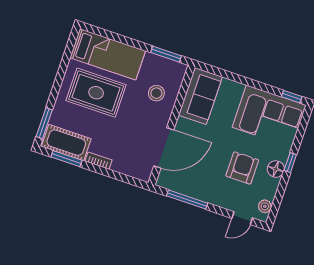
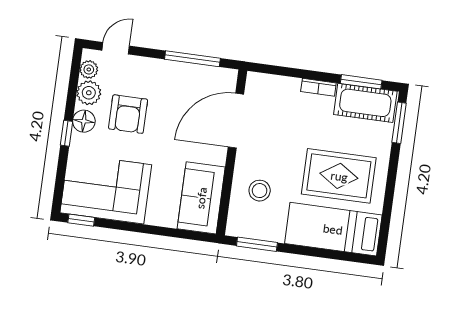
plant: (268, 189) -> (89, 93), added

